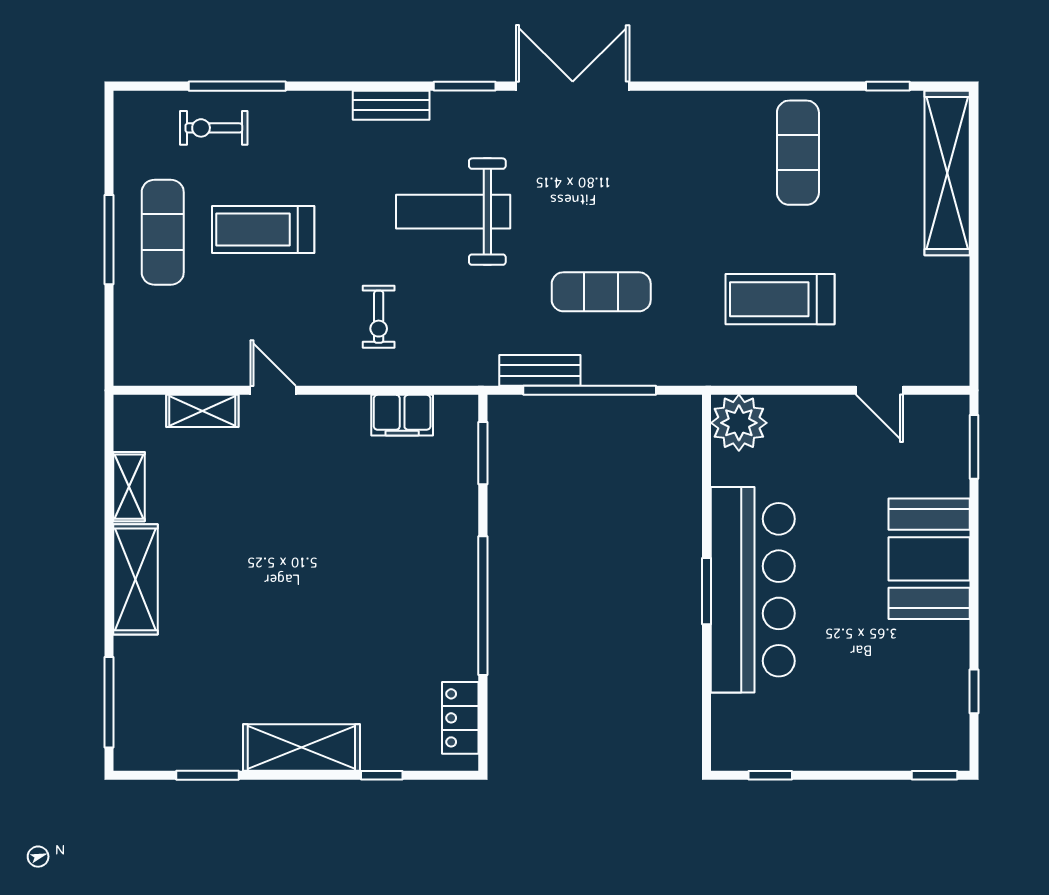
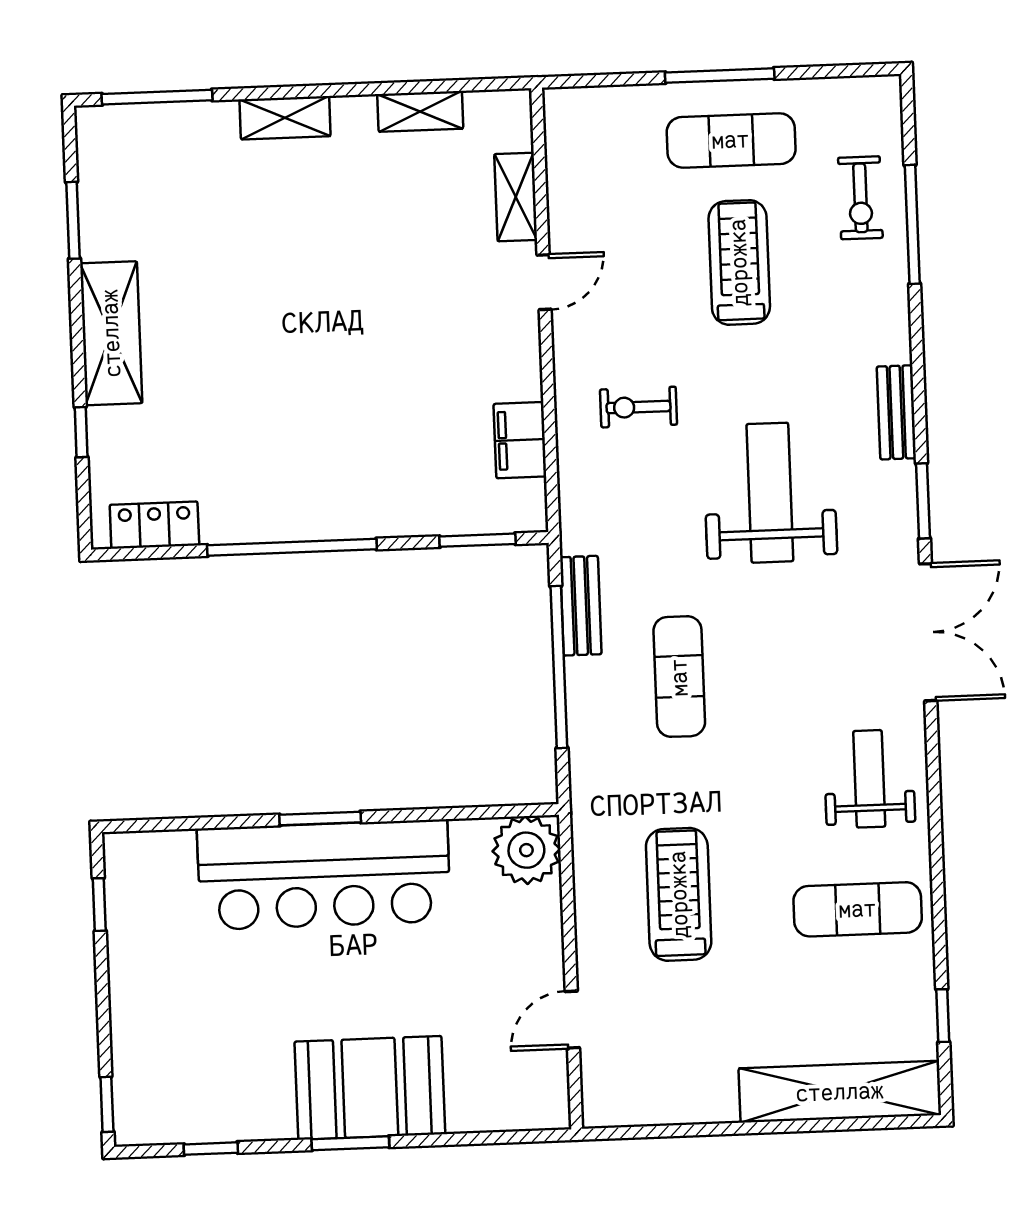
exercise bike: (214, 128) -> (860, 198), turned 180
weight bench: (691, 139) -> (869, 779), added
window: (974, 447) -> (350, 1143), moved
shelving: (136, 579) -> (285, 118), width x0.67, depth x0.75

